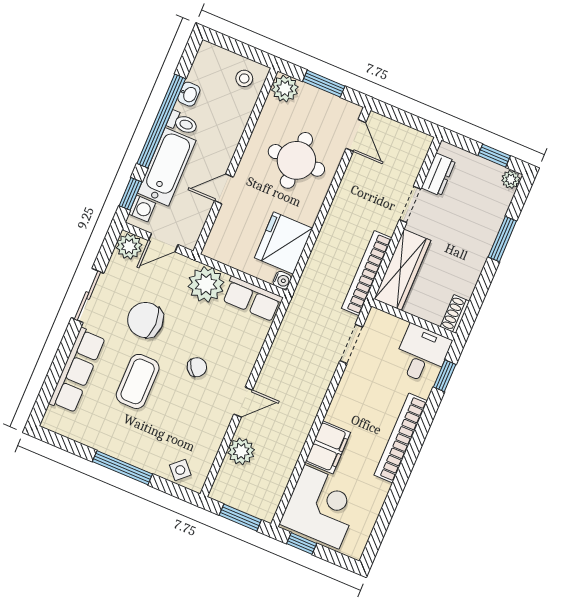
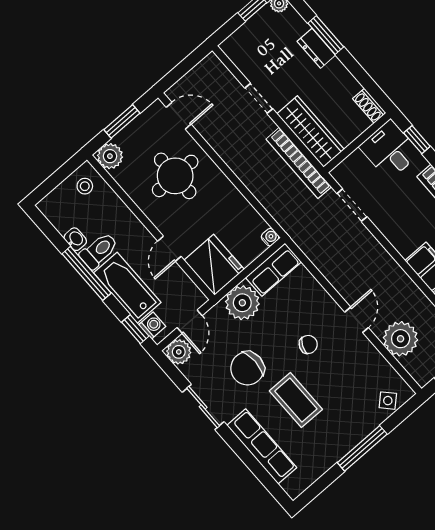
window: (161, 121) -> (87, 273), width x0.68
toilet: (182, 123) -> (99, 251), width x1.37, depth x1.39
dresser: (438, 174) -> (316, 48), moved, turned 180
fridge: (283, 243) -> (214, 265), moved, turned 180
chair: (197, 367) -> (308, 344), turned 59
plant: (241, 451) -> (401, 339), width x1.36, depth x1.36

